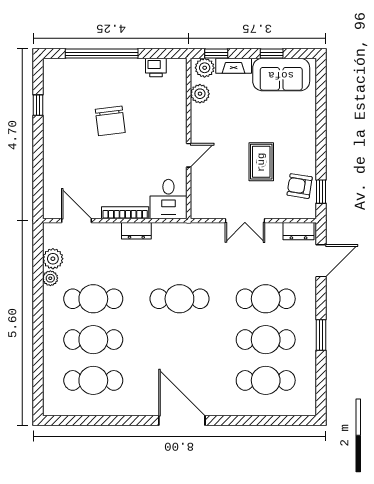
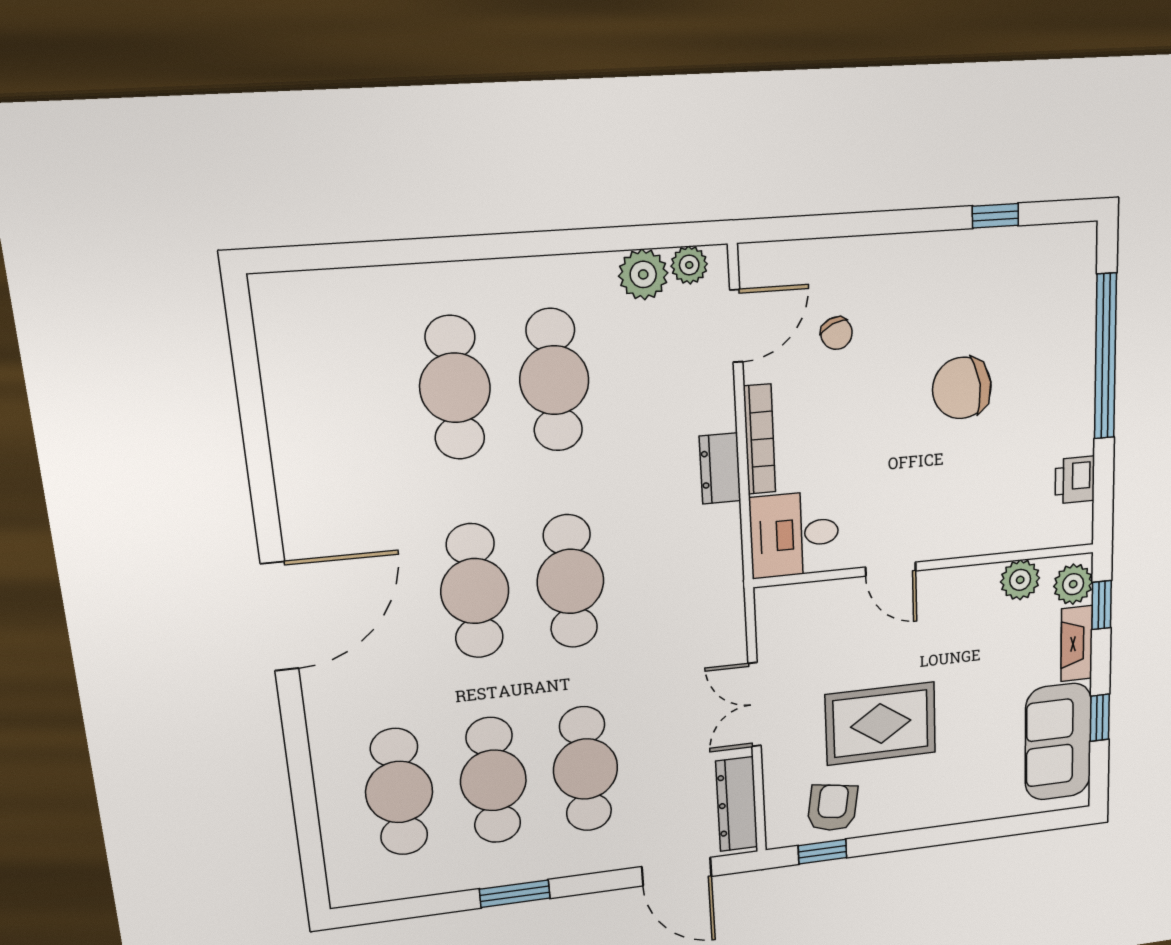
rug: (261, 162) -> (881, 724), width x1.36, depth x1.43
chair: (83, 177) -> (837, 333), added
dresser: (298, 231) -> (737, 804), width x1.44
plant: (50, 278) -> (689, 265), moved
cafe table: (93, 380) -> (475, 591), moved

